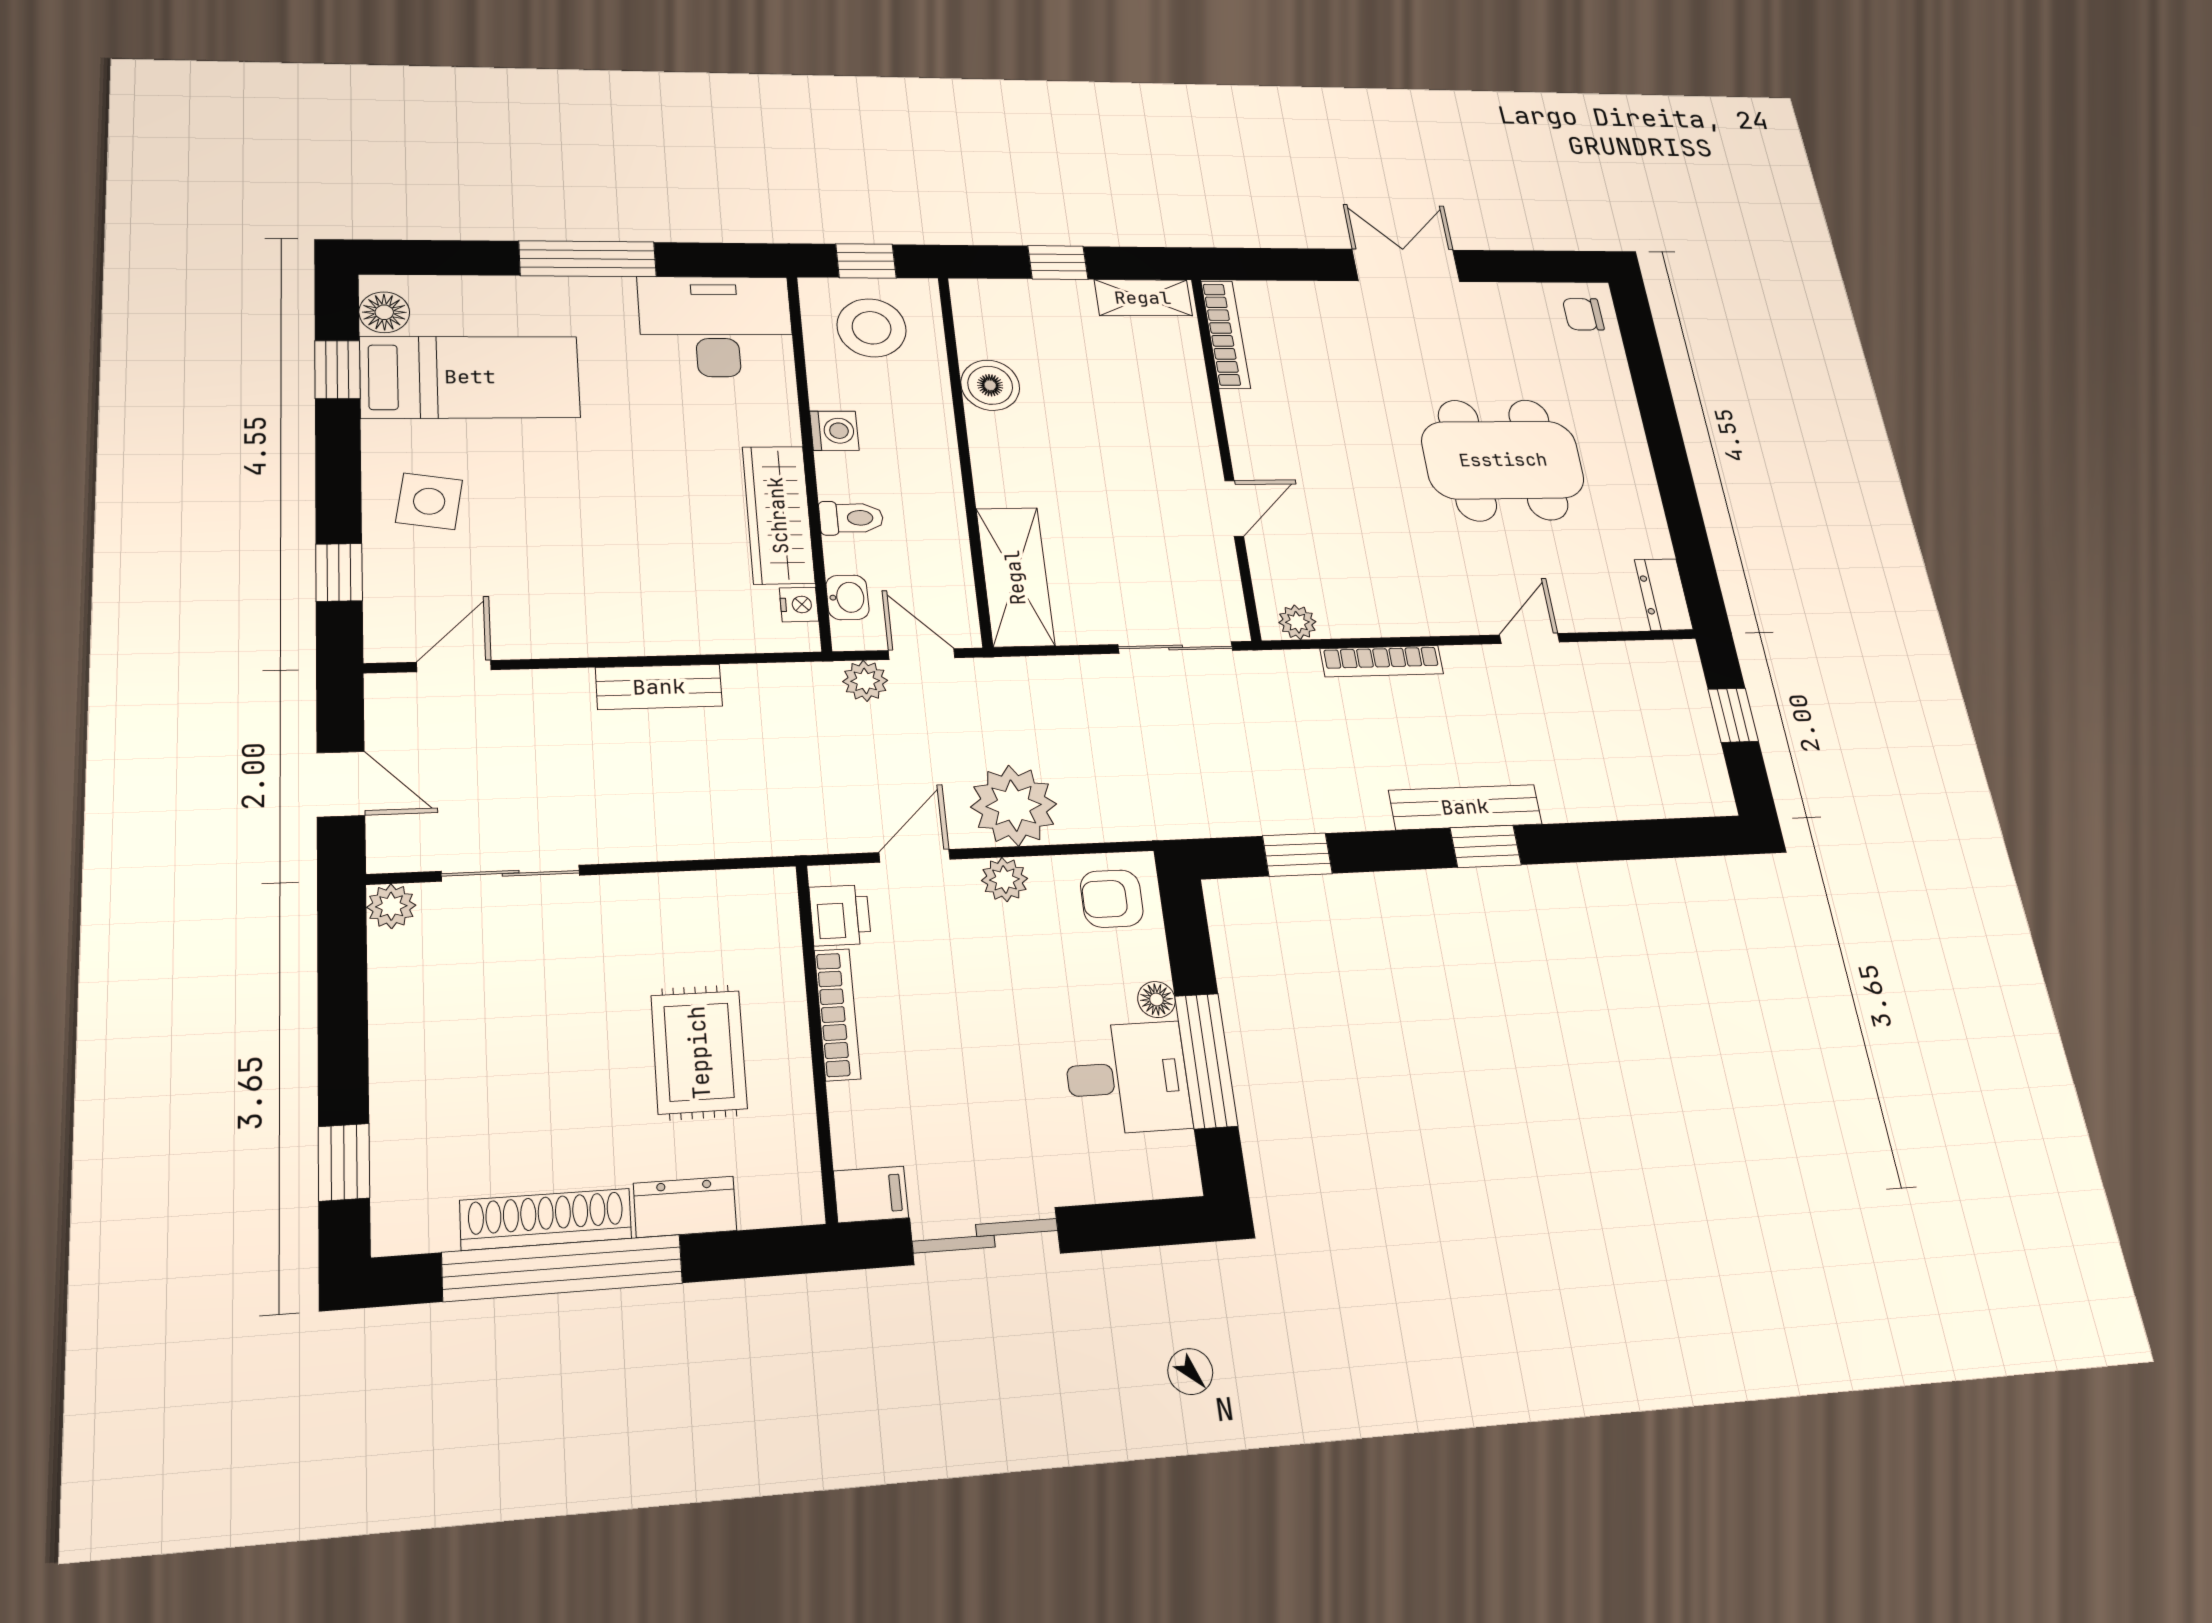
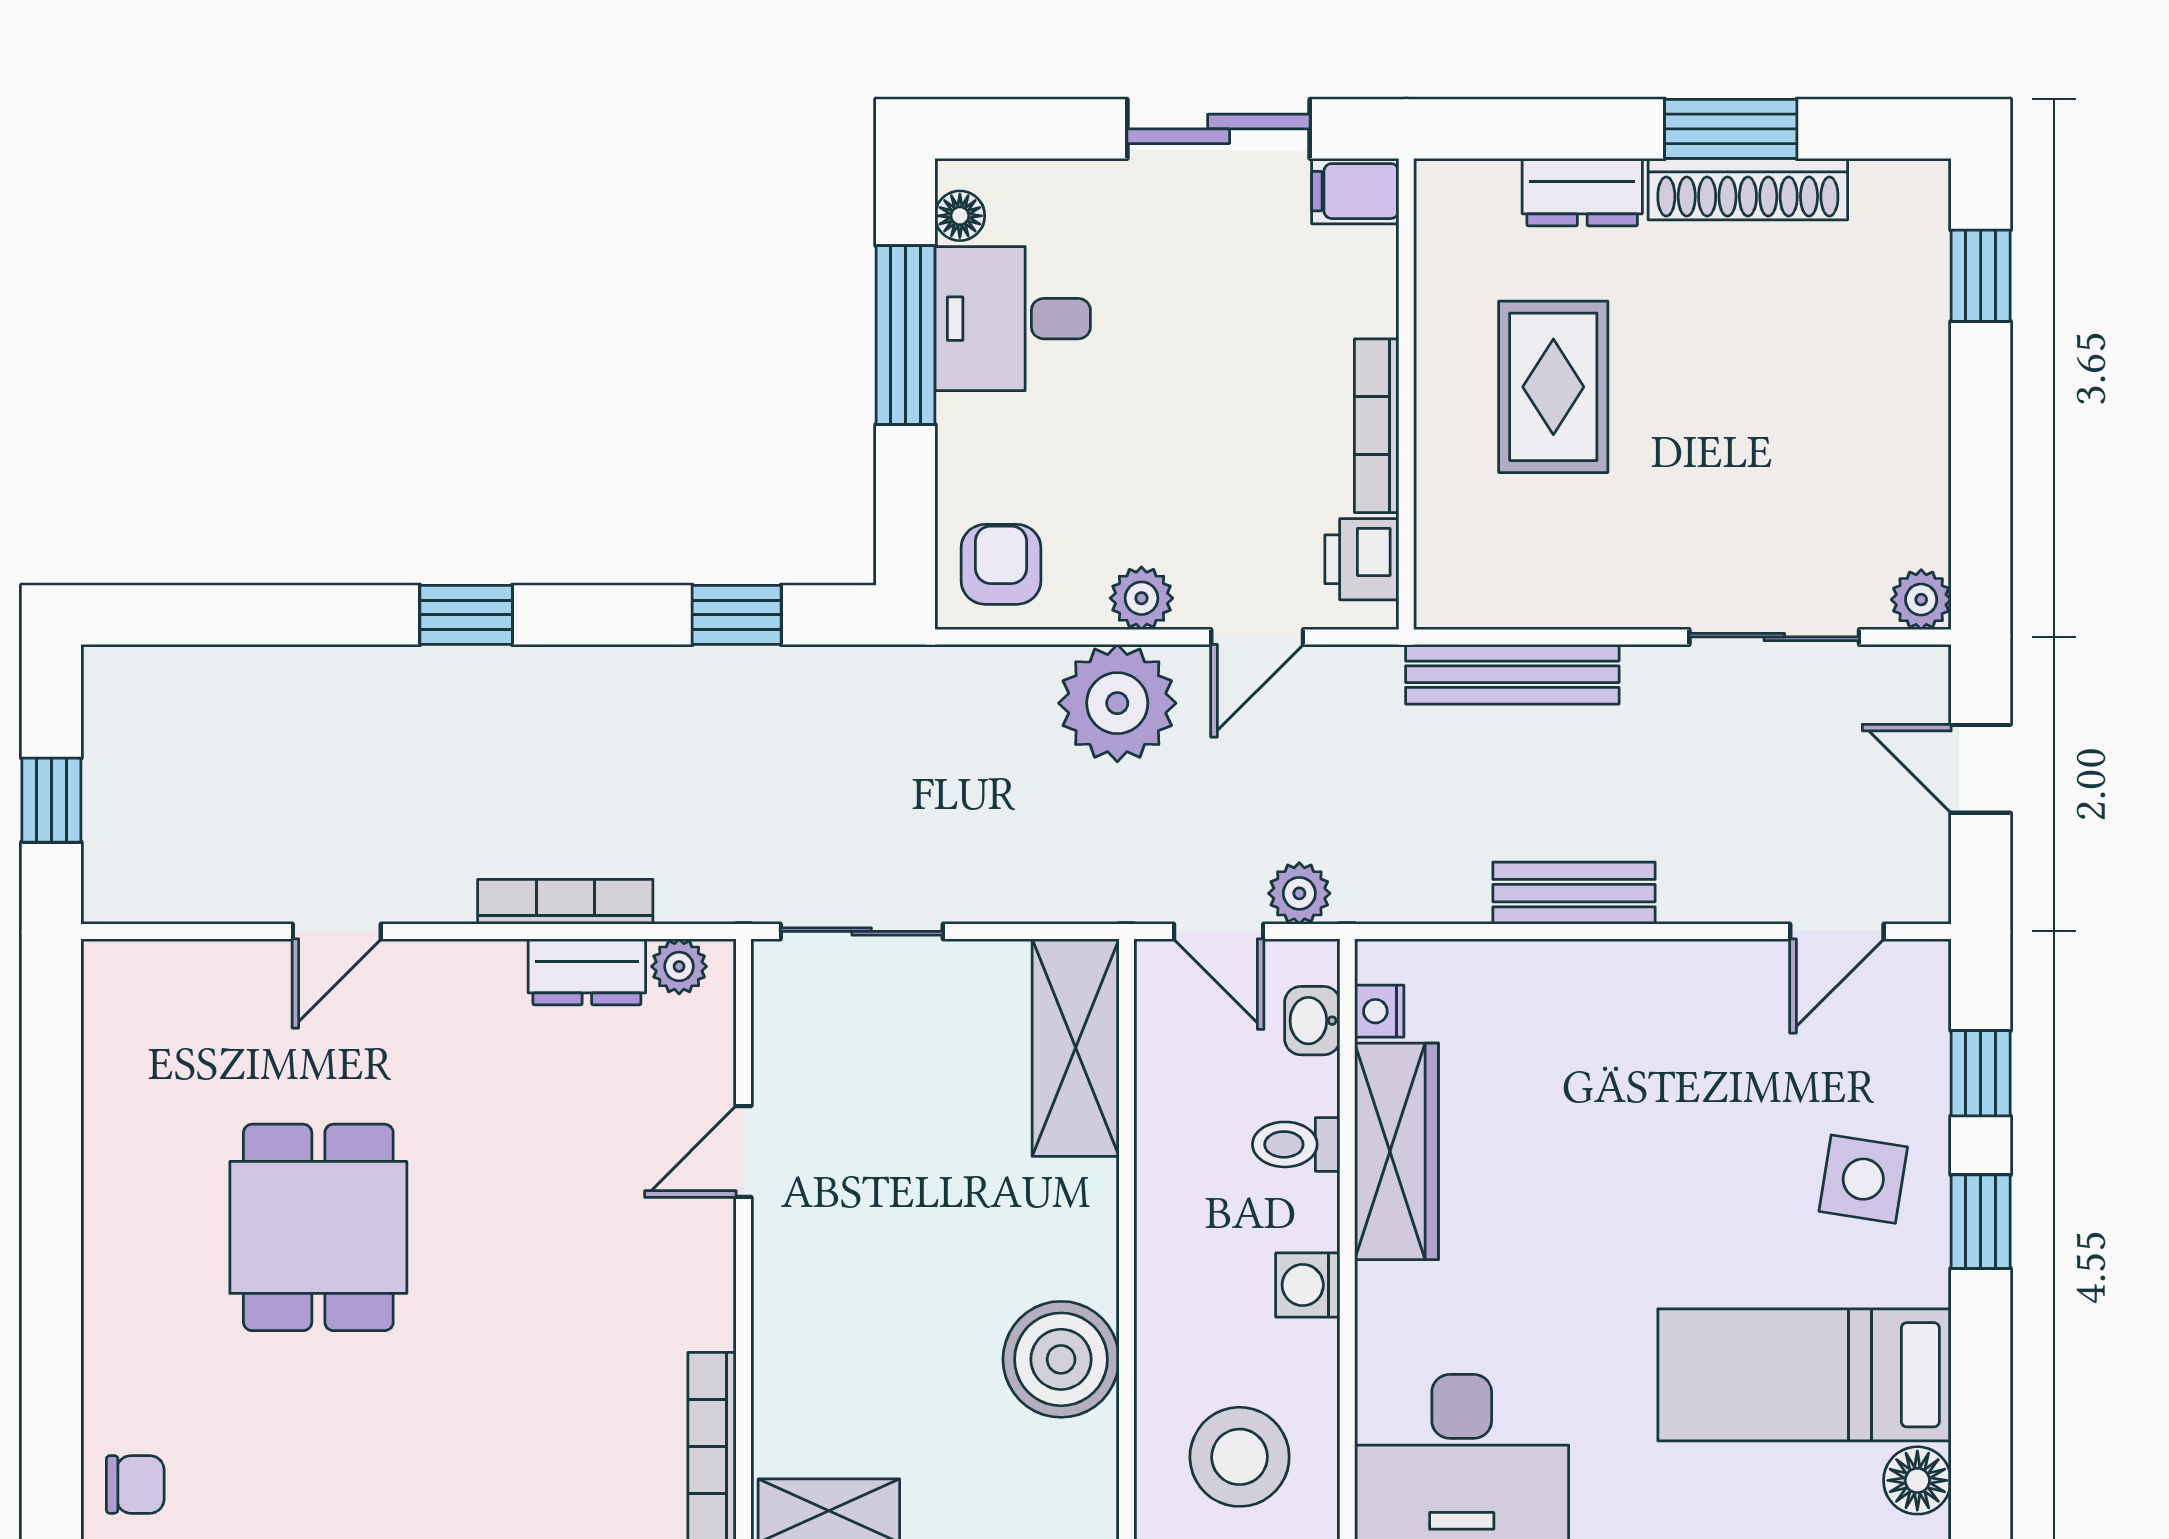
window: (337, 369) -> (1981, 1222), moved
boiler: (990, 385) -> (1061, 1359), width x1.37, depth x1.37
dining table: (1503, 460) -> (318, 1227), width x0.73
dresser: (1664, 594) -> (587, 972), moved, turned 90
bench: (1465, 807) -> (1512, 674), moved
armchair: (1112, 899) -> (1001, 564), turned -90
floor lamp: (1156, 1000) -> (960, 216), moved
window: (563, 1268) -> (1731, 129), width x0.47

